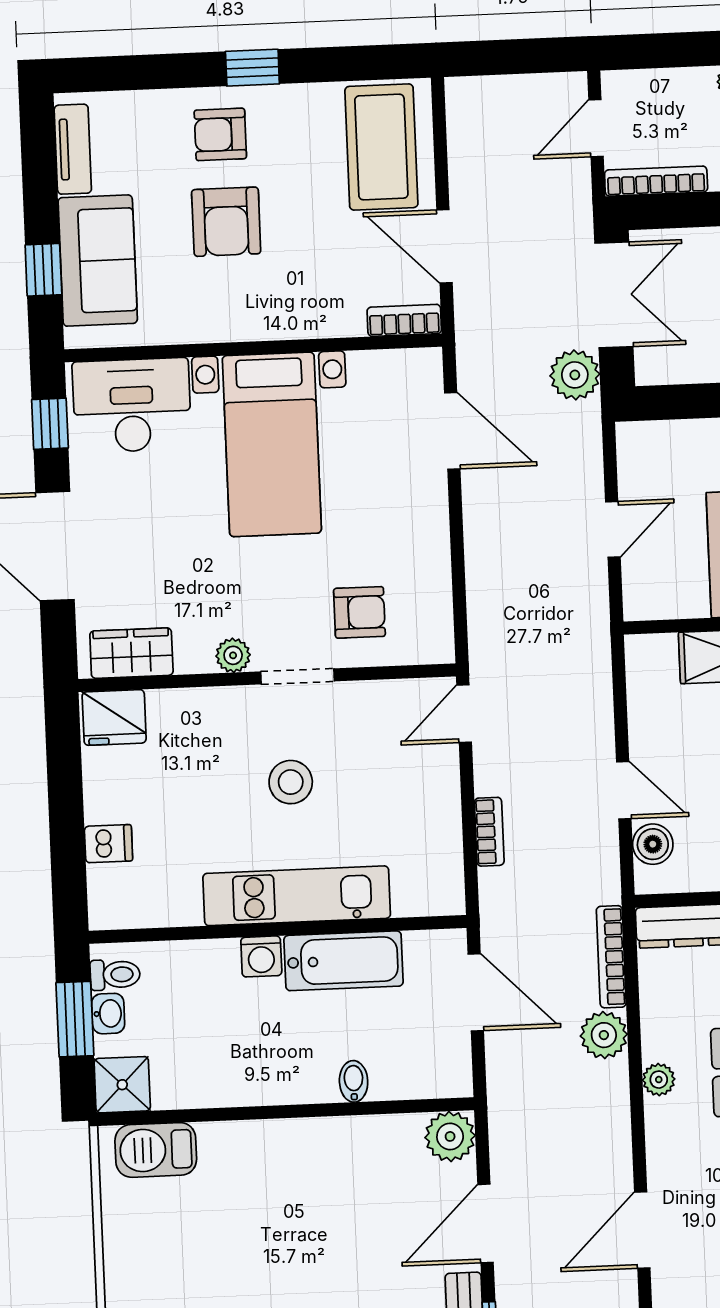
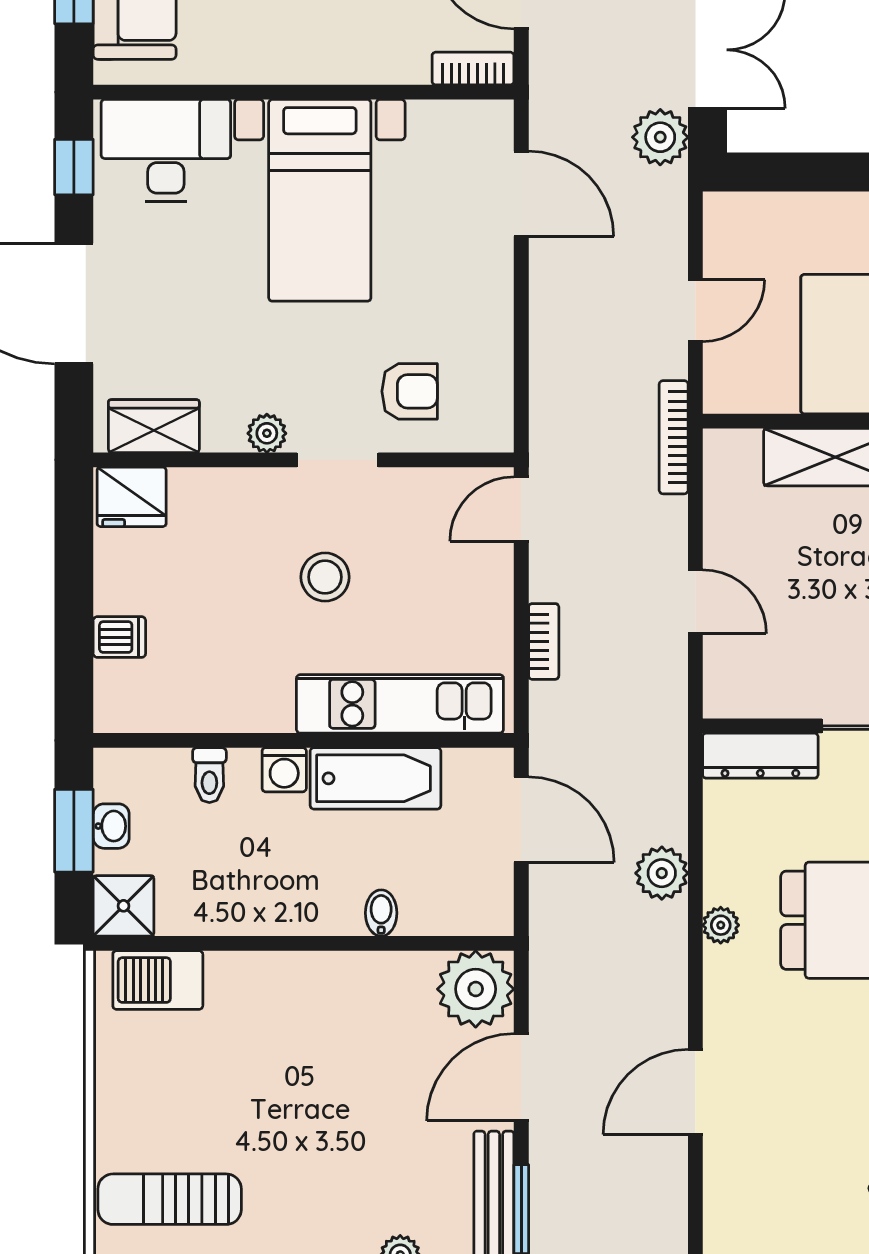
boiler: (653, 844) -> (725, 663), removed
kitchen unit: (297, 896) -> (400, 704), moved
bookcase: (611, 957) -> (674, 437), moved
toilet: (115, 975) -> (209, 775), moved, turned 90
plant: (450, 1136) -> (476, 989), width x1.36, depth x1.36

